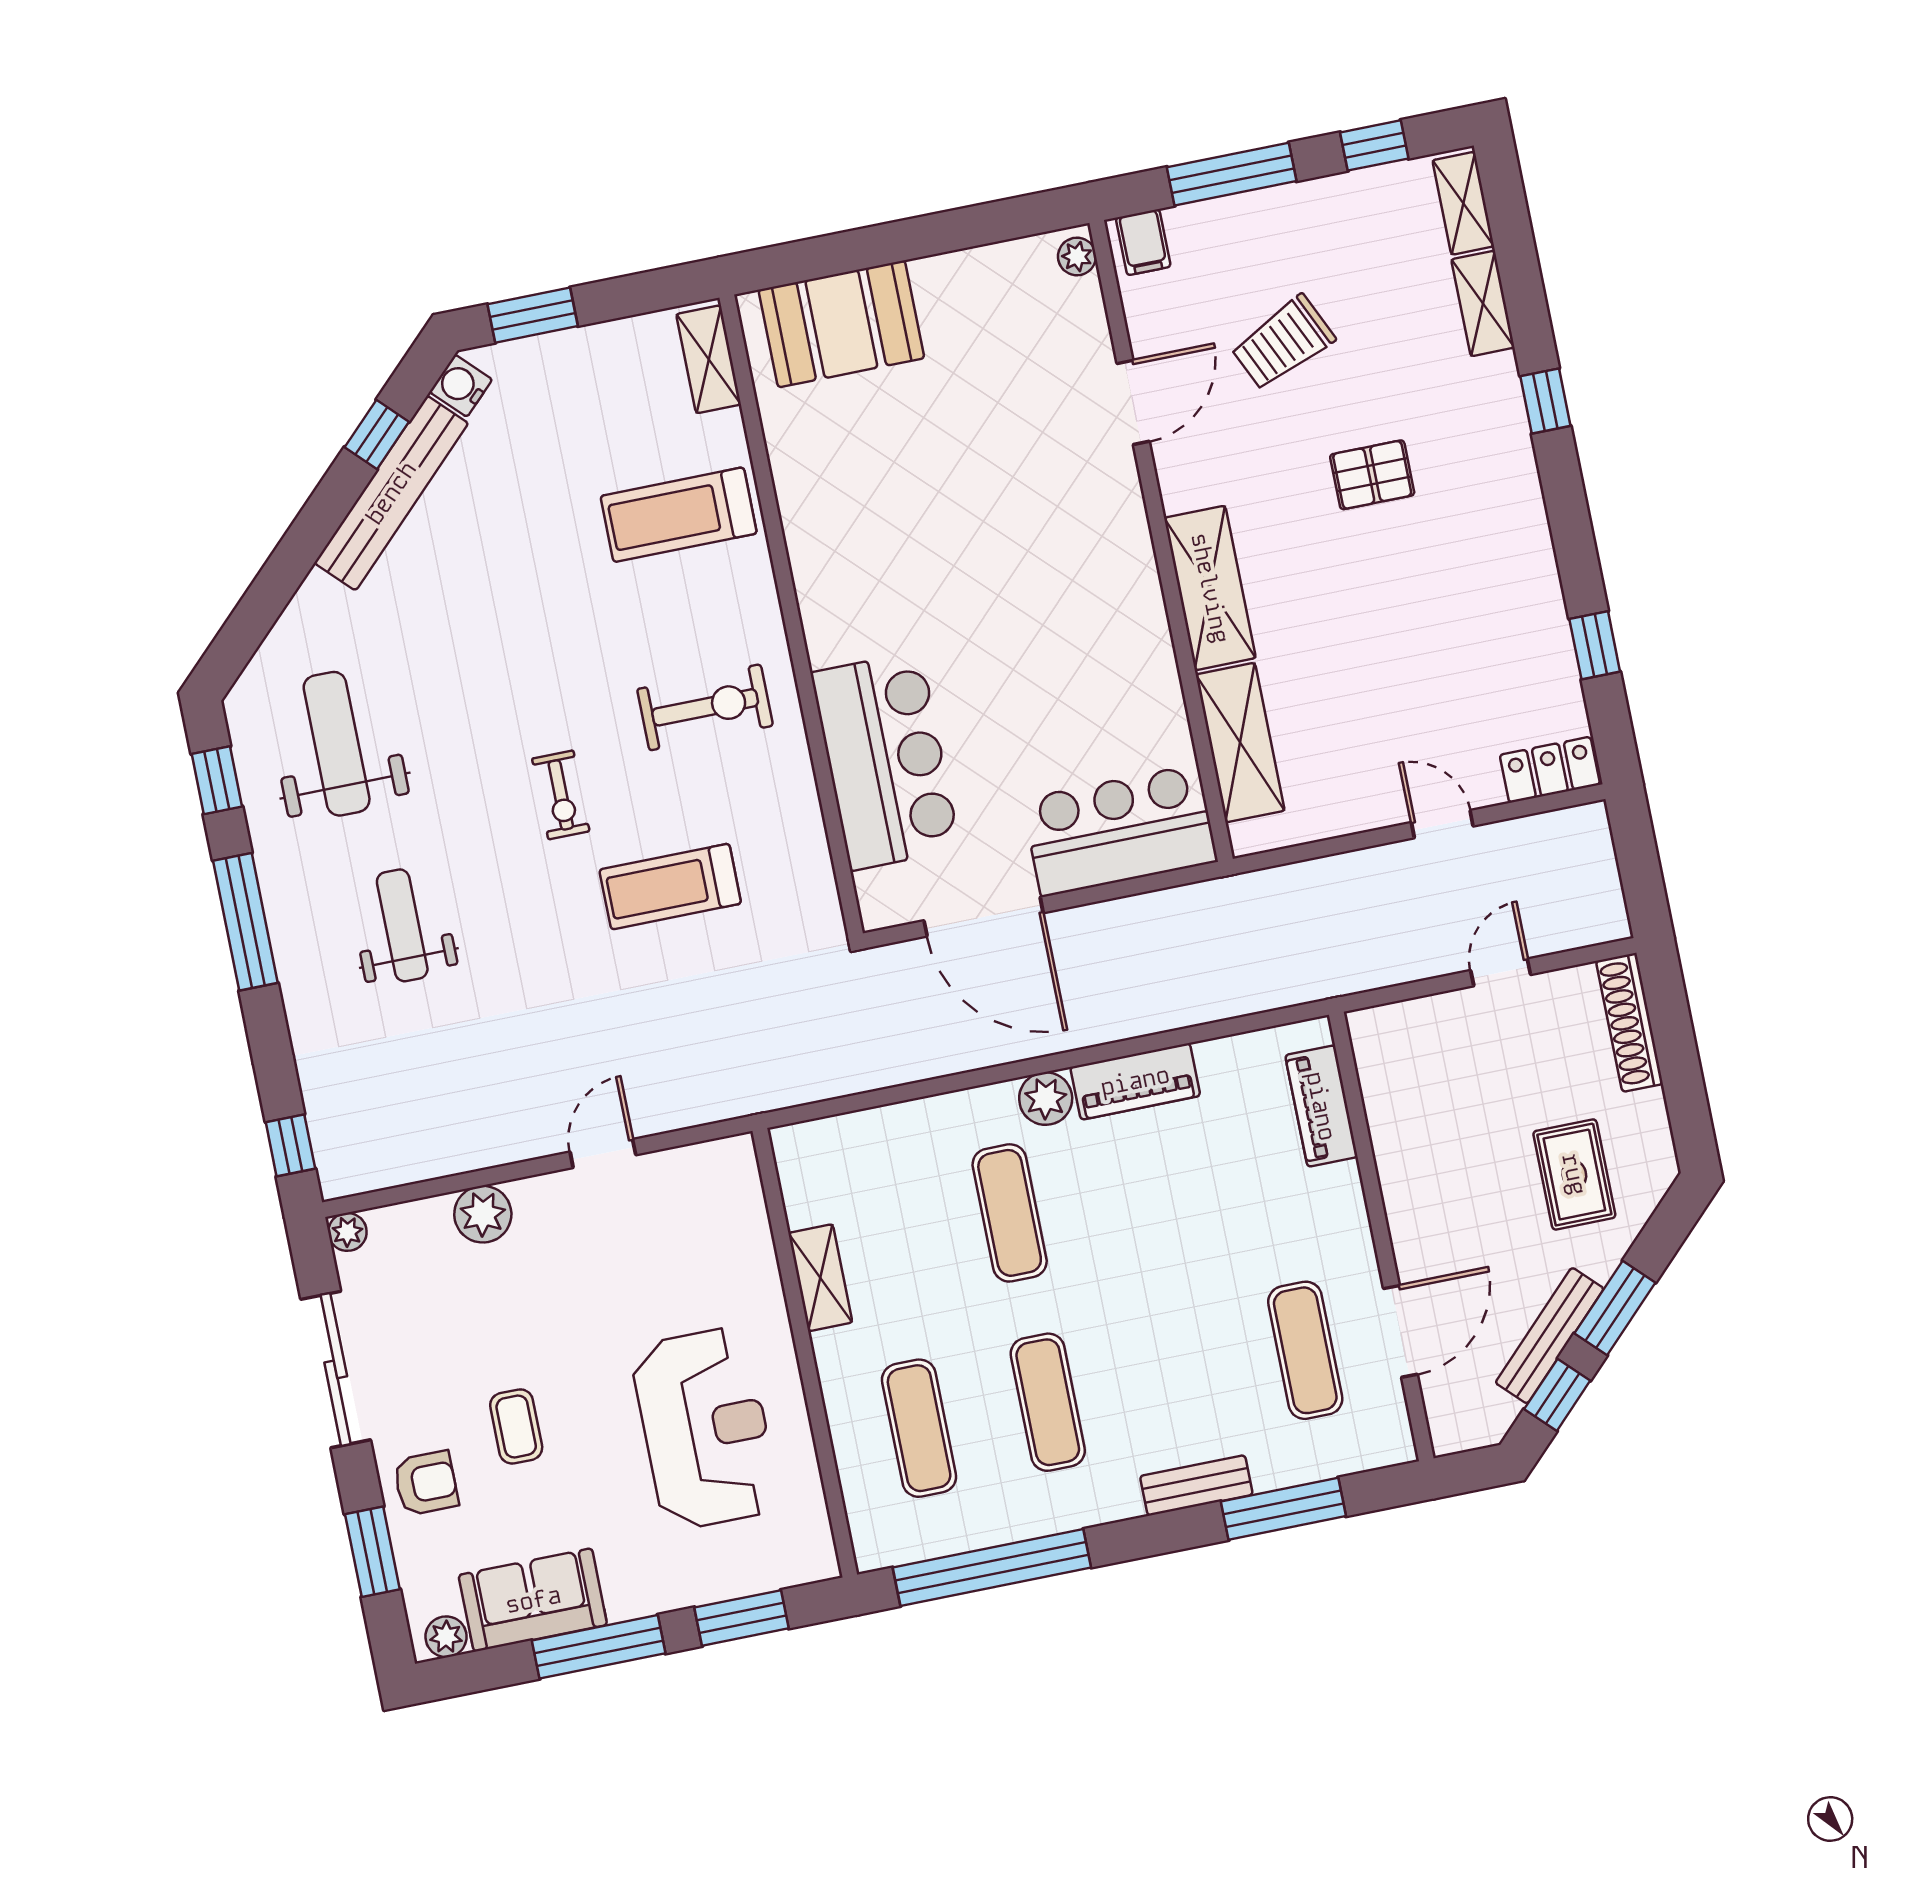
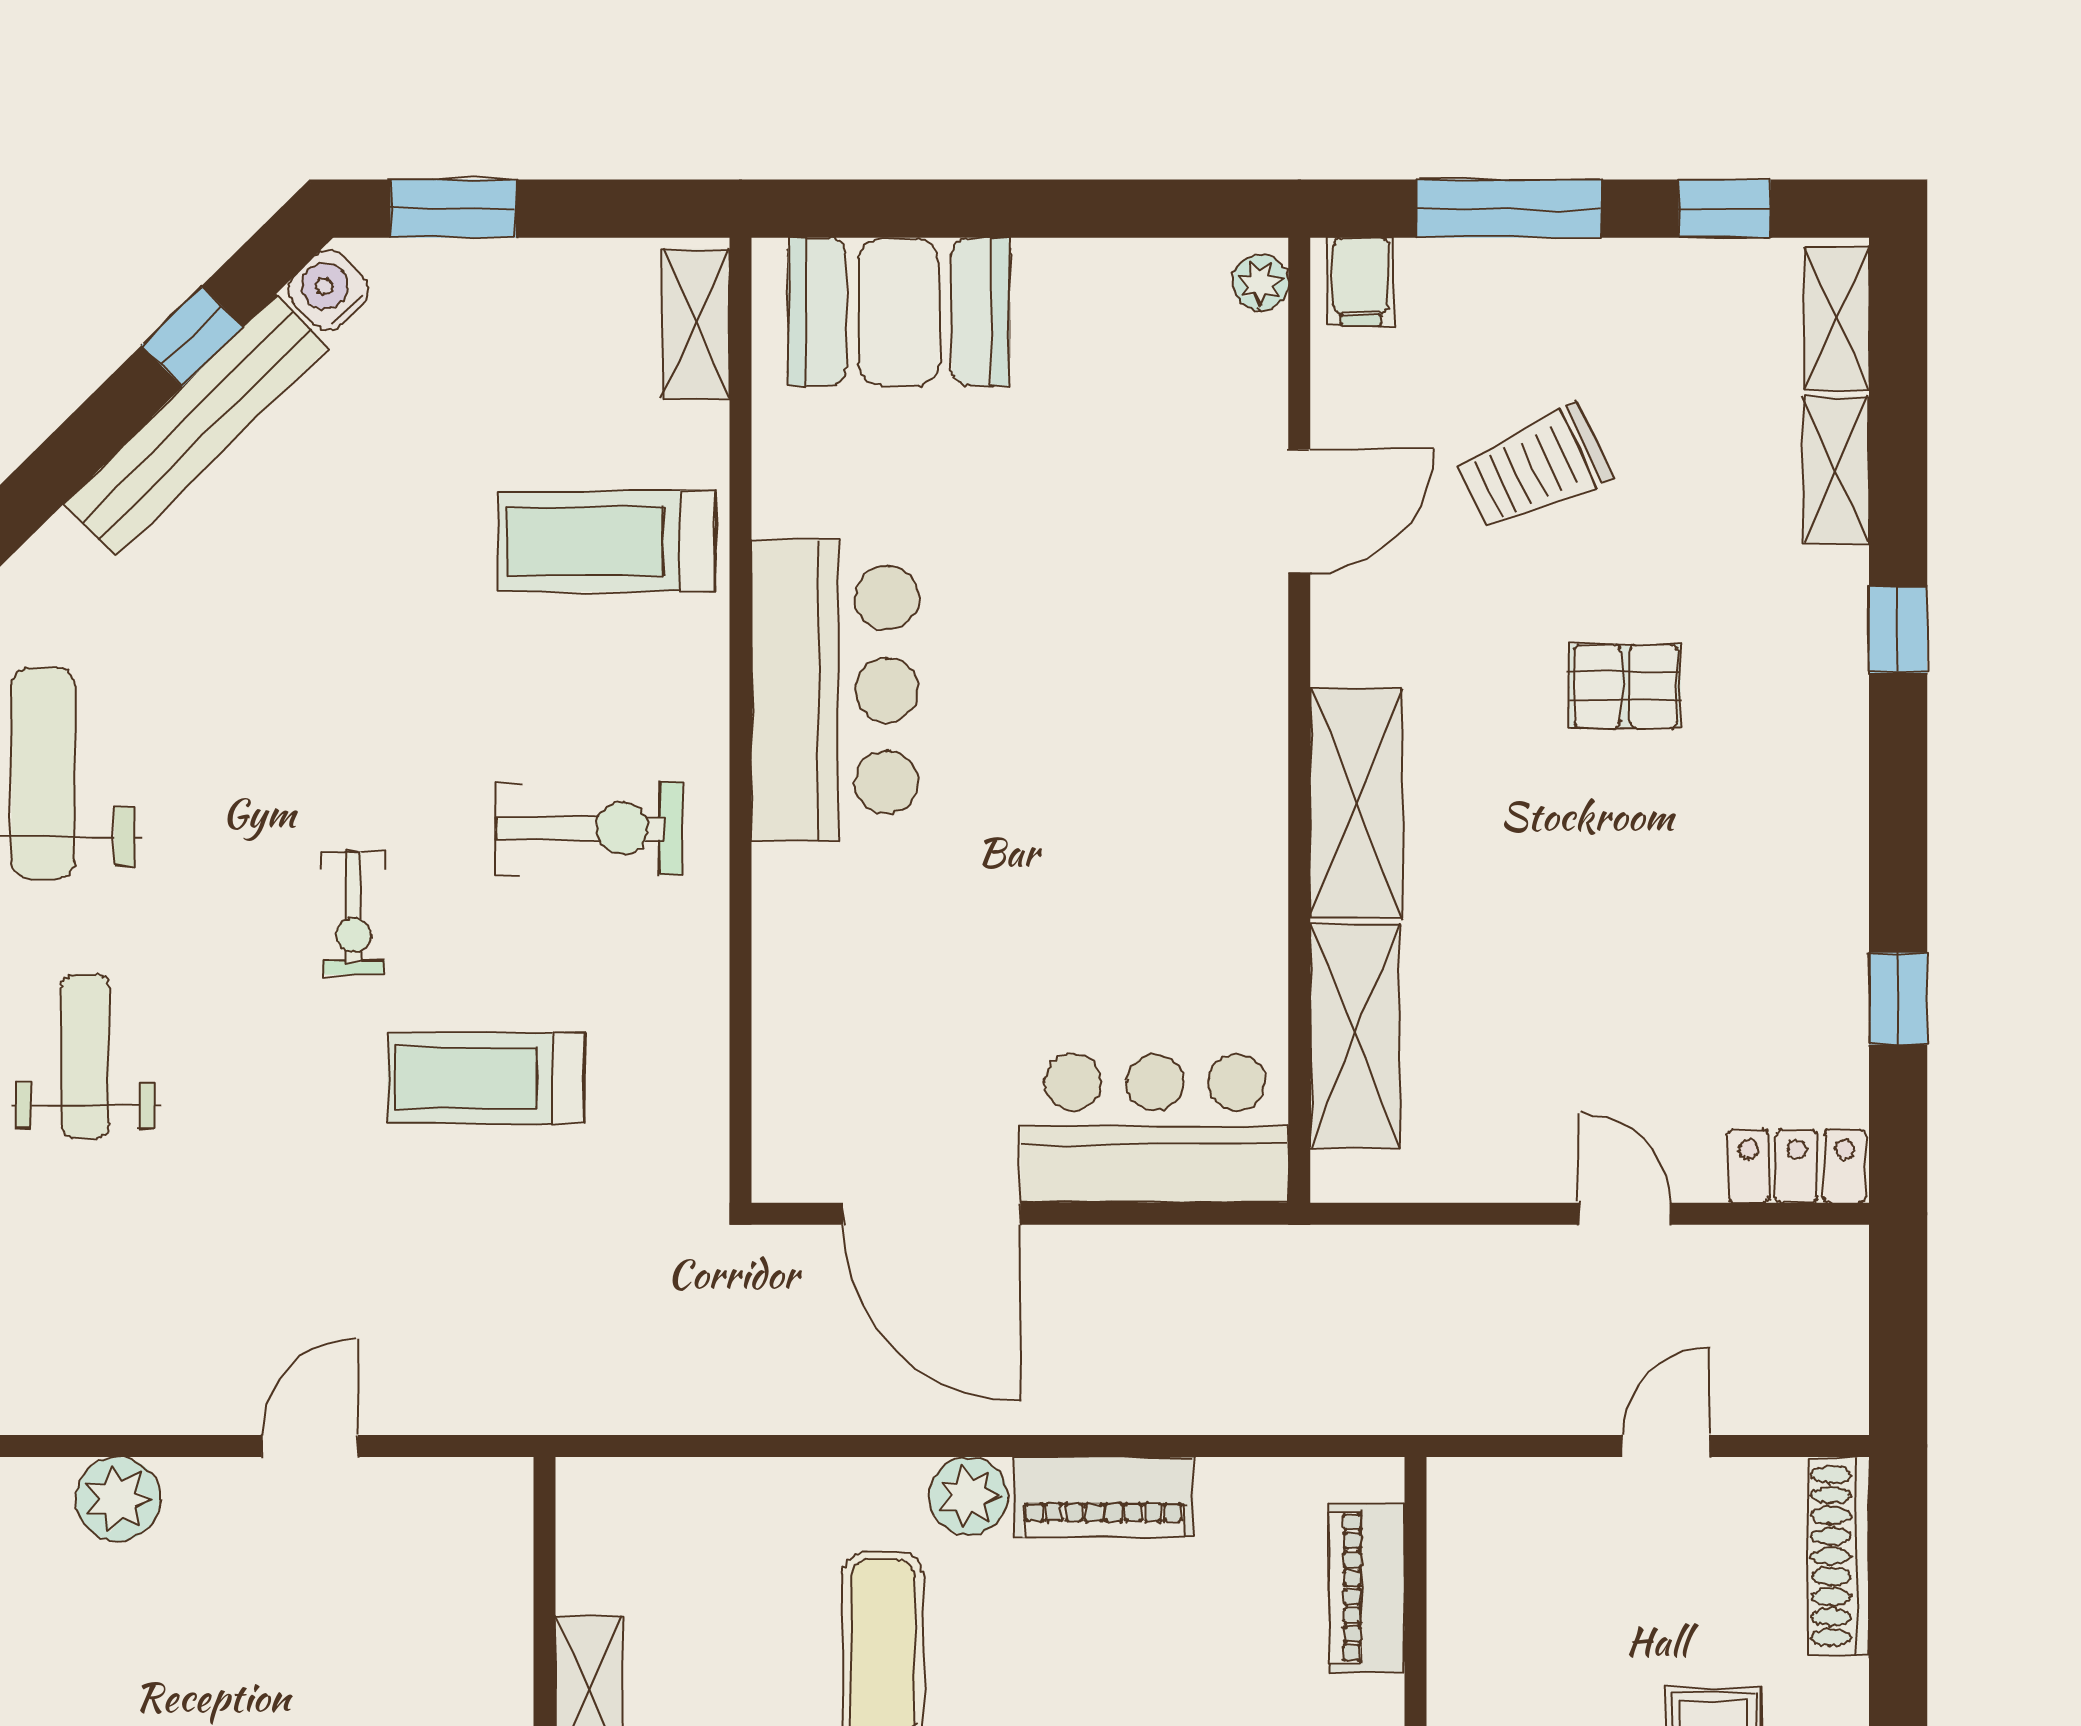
bar counter: (886, 761) -> (835, 690), moved

